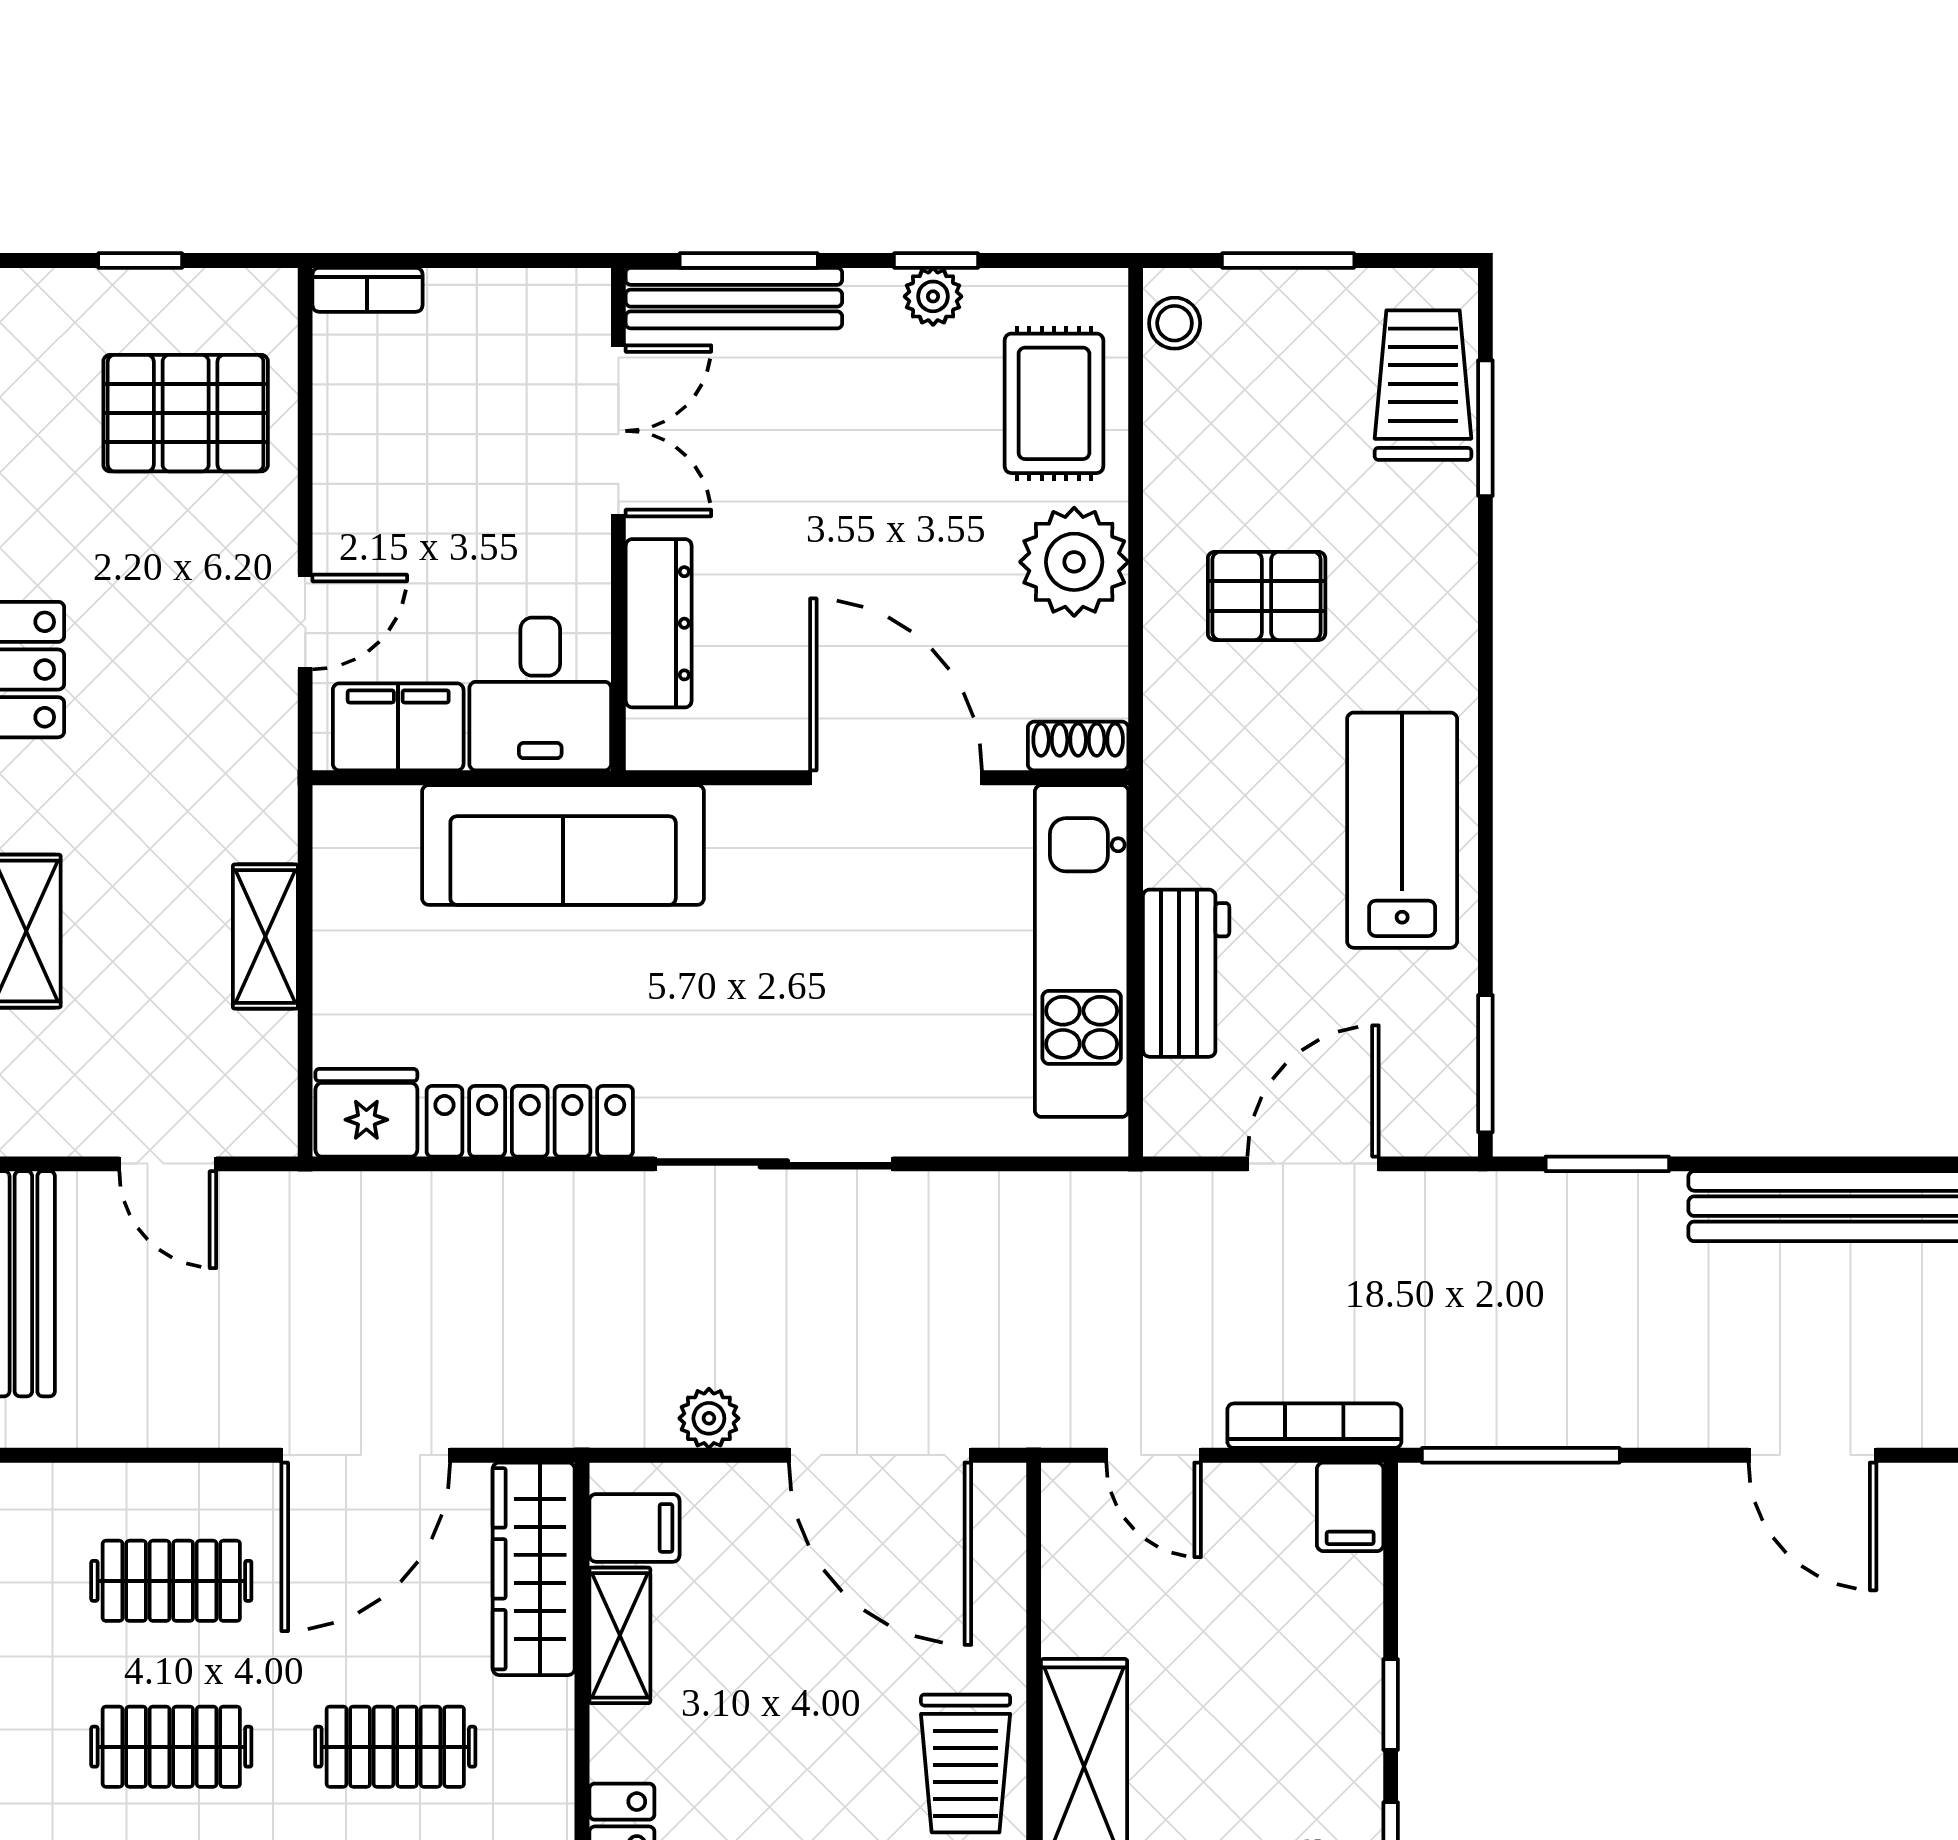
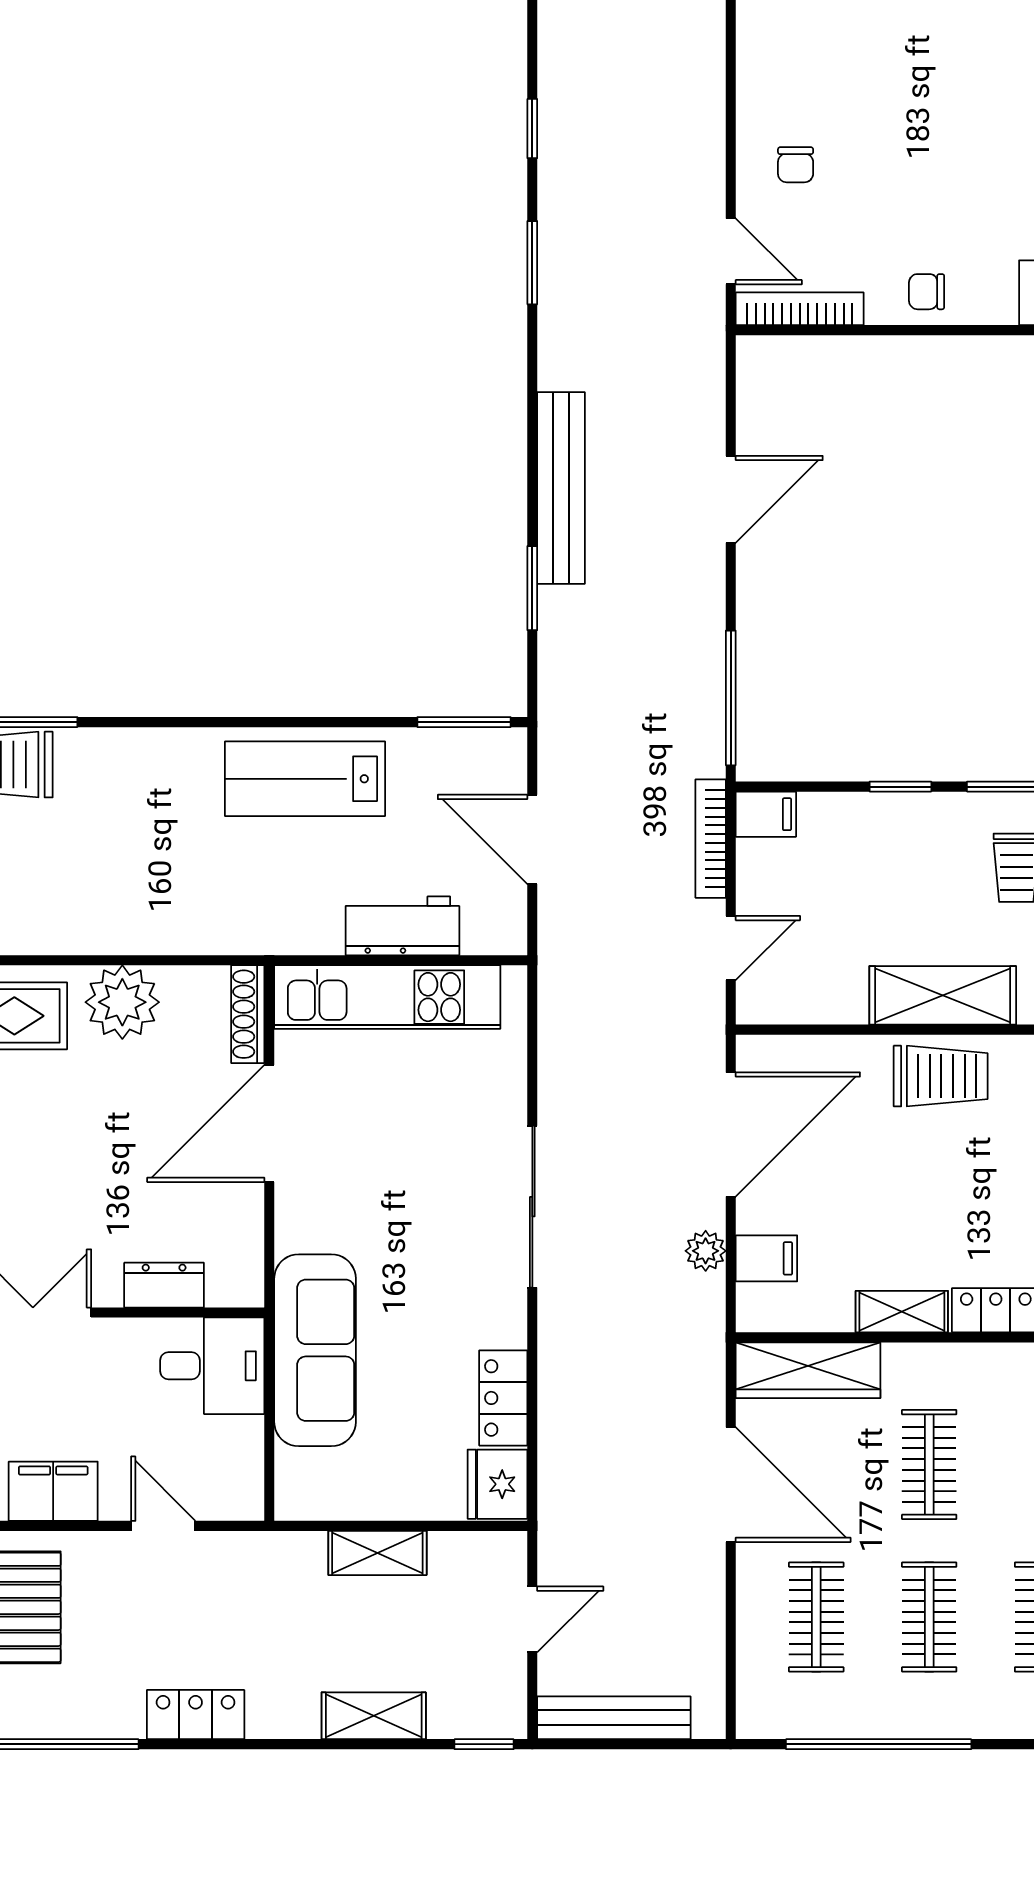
pallet: (1267, 596) -> (145, 871), removed
dresser: (659, 623) -> (164, 1285), width x0.70
filing cabinet: (398, 727) -> (53, 1491), moved, turned 90
shoe rack: (1078, 746) -> (248, 1014), width x1.43
locker: (530, 1121) -> (503, 1398), width x0.66
window: (1607, 1164) -> (532, 588), moved
filing cabinet: (634, 1528) -> (766, 1258), moved, turned 90
shelving: (620, 1635) -> (902, 1312), moved

